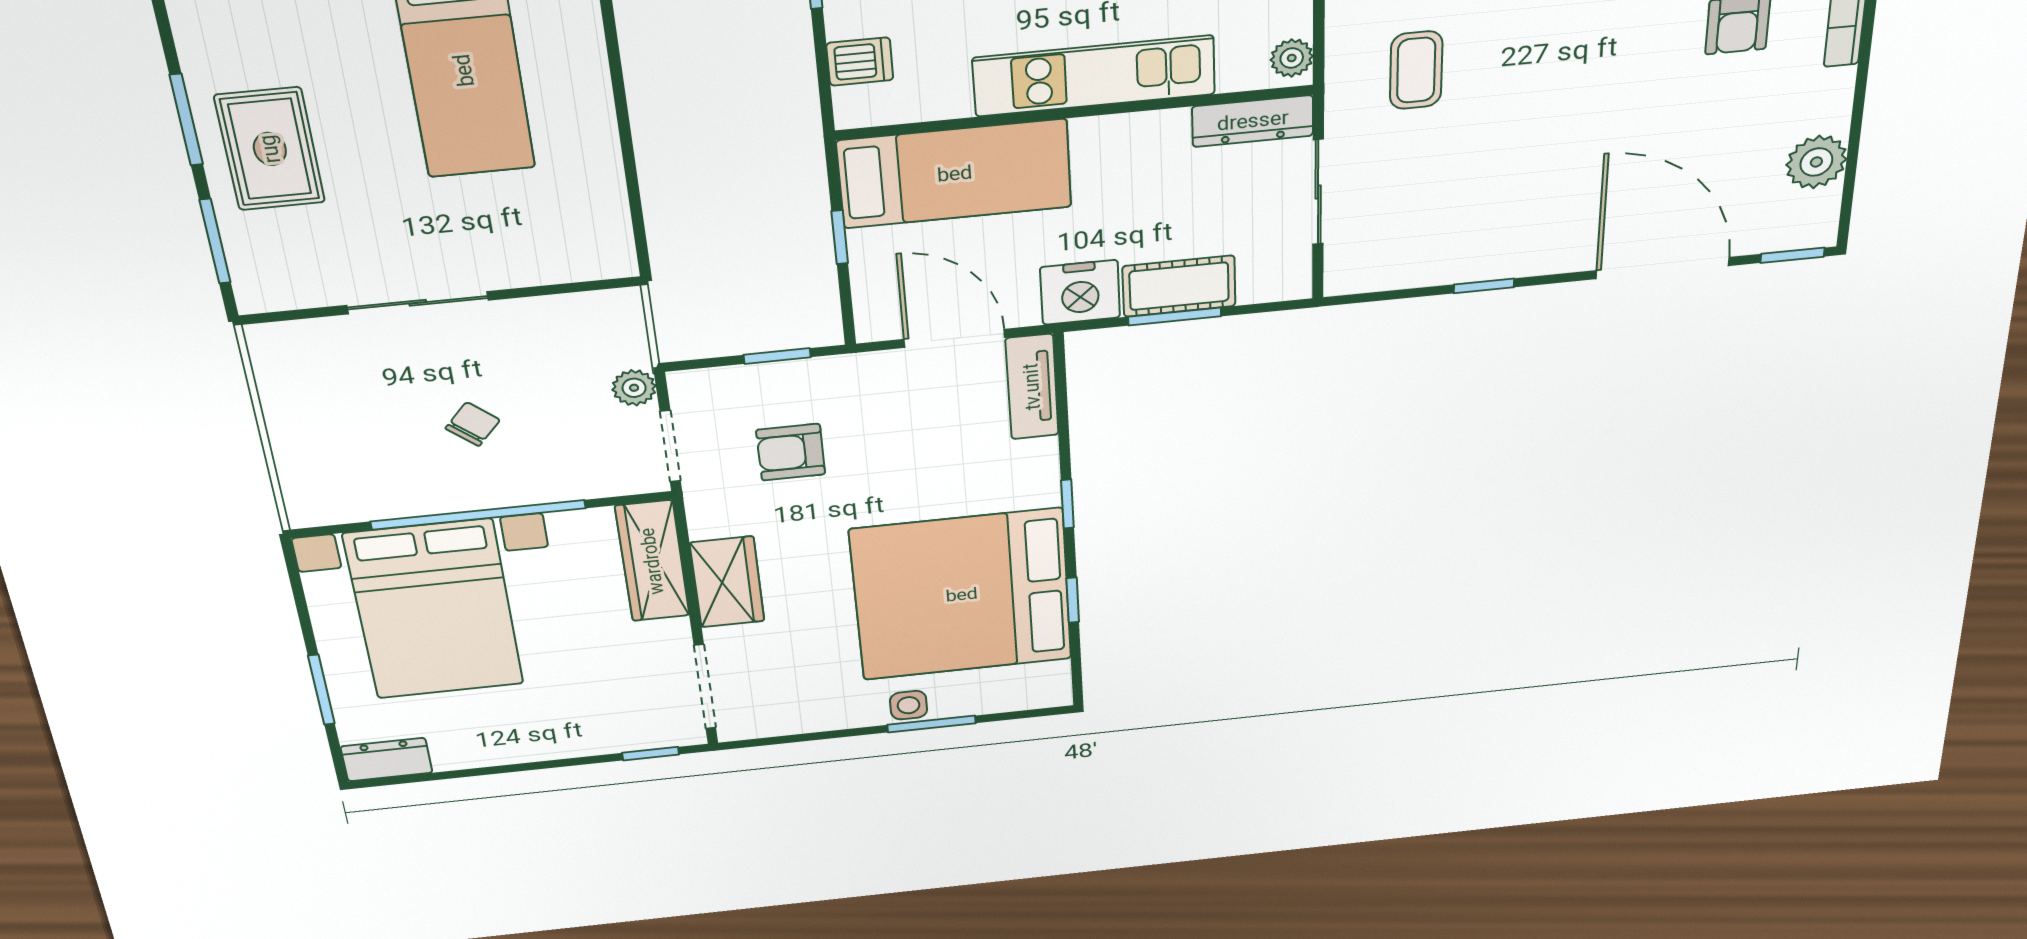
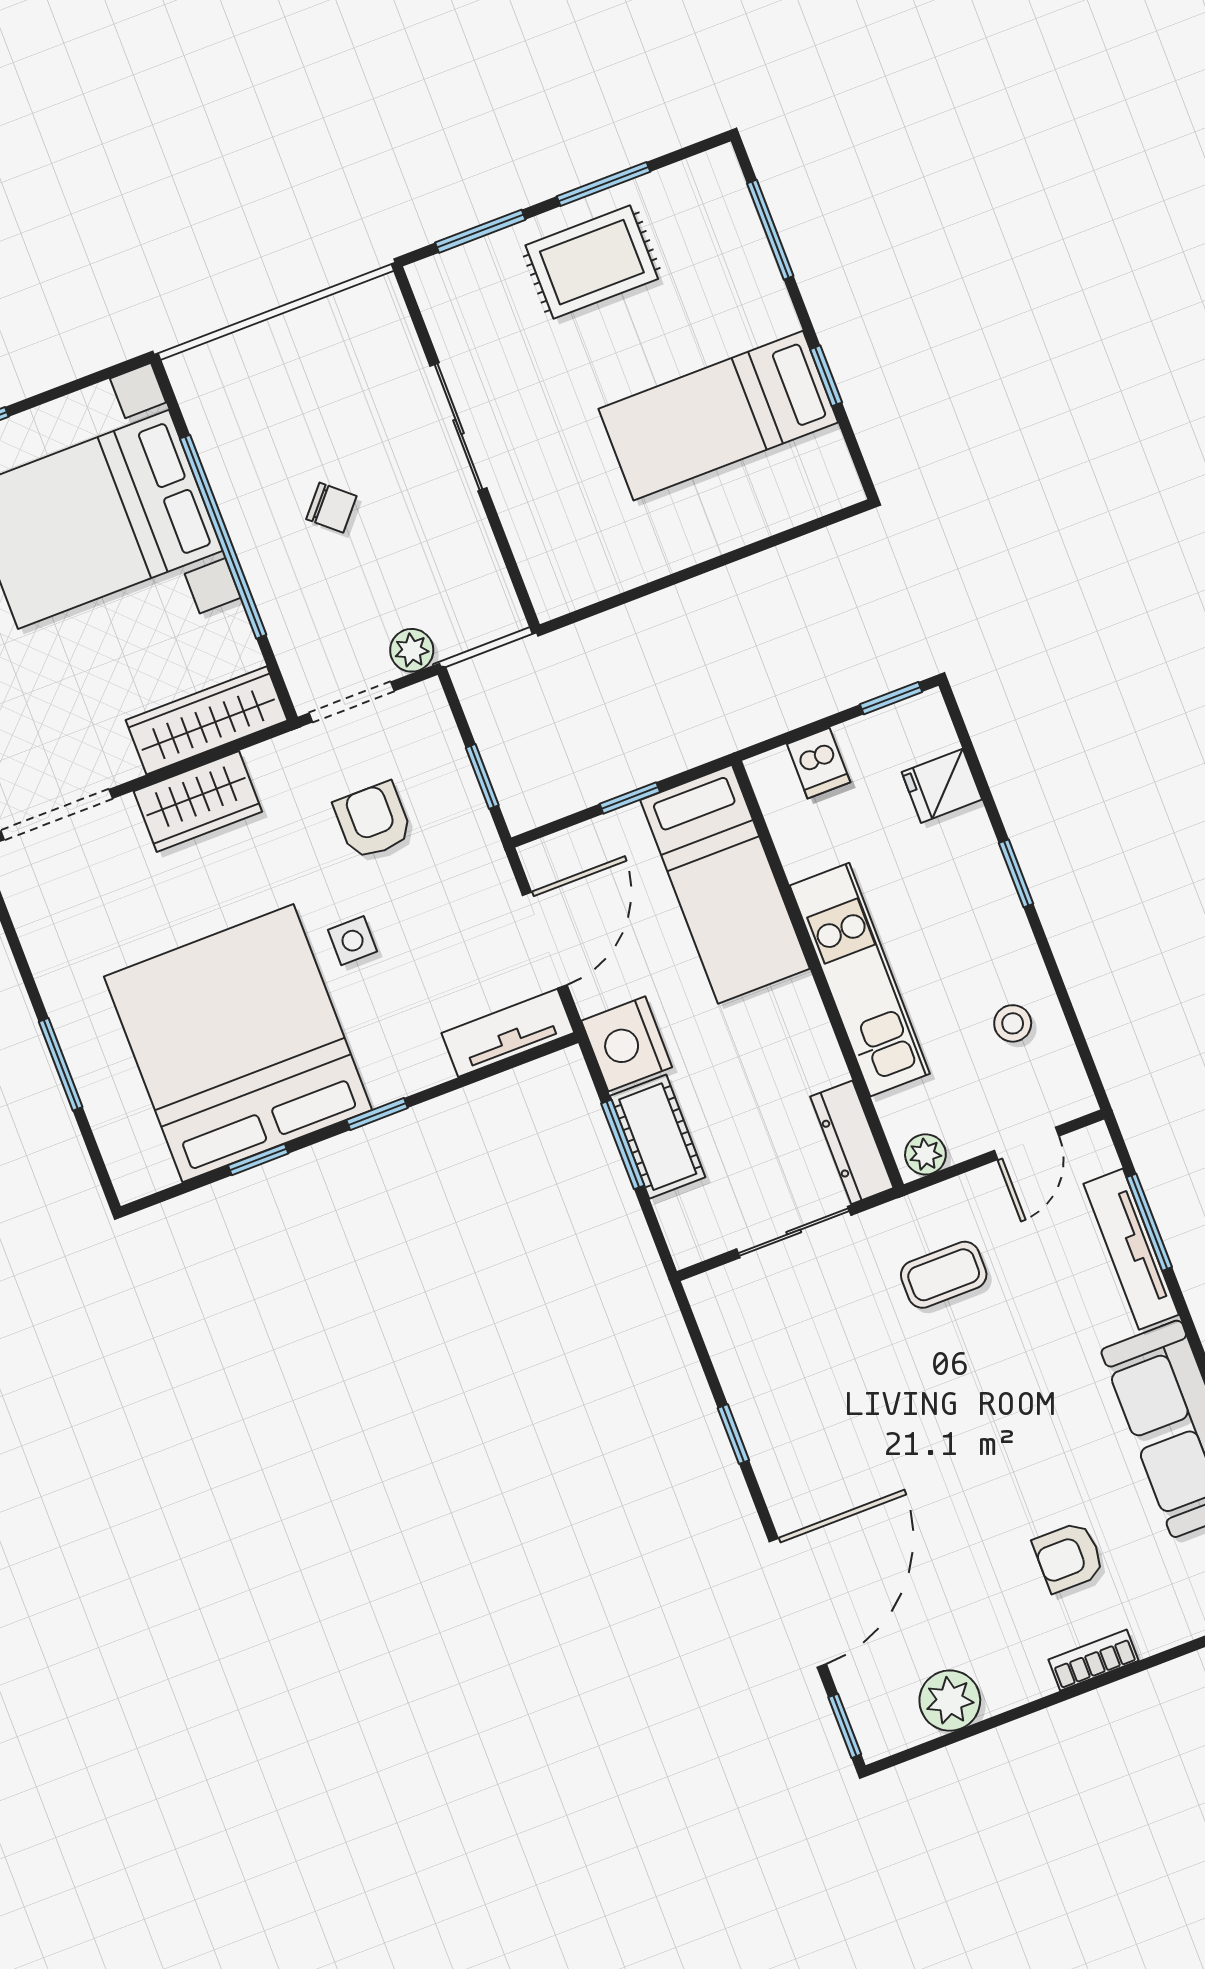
side table: (909, 705) -> (353, 941), moved

